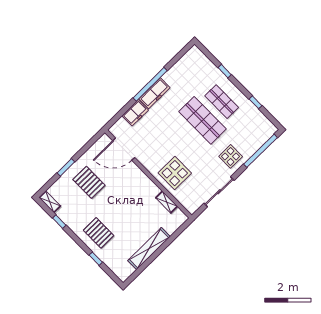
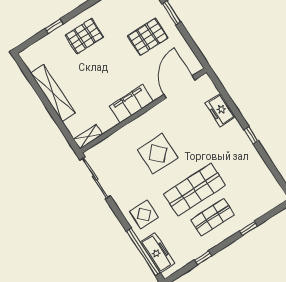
window: (150, 84) -> (251, 135), width x0.32
freezer: (154, 93) -> (157, 253), moved, turned 180
display table: (175, 173) -> (158, 154), moved
filing cabinet: (145, 184) -> (131, 104), added
sliding door: (219, 192) -> (95, 178), moved
shelving: (167, 202) -> (88, 137), moved

